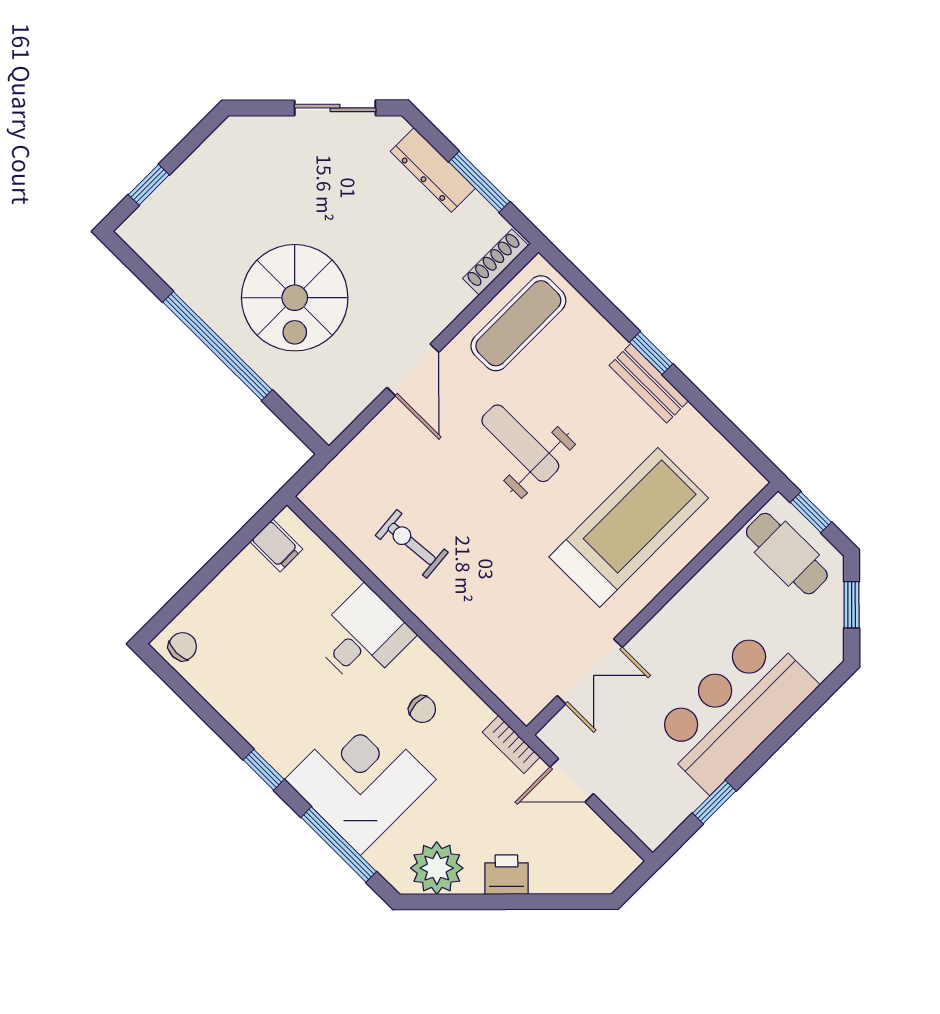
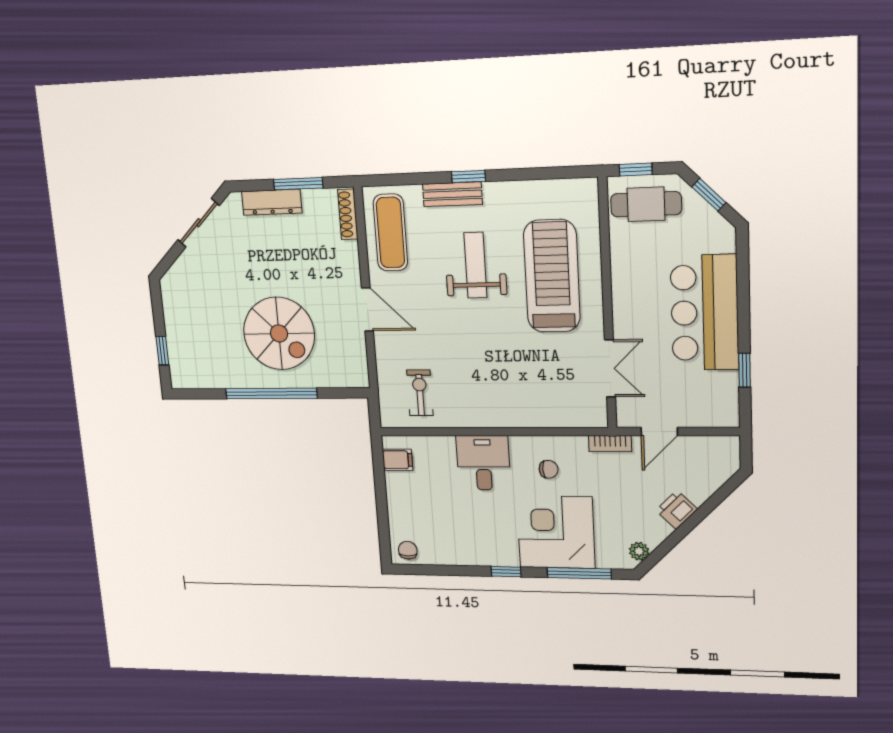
bench: (649, 383) -> (452, 194), moved
weight bench: (520, 443) -> (475, 265), moved, turned 90
exercise bike: (412, 544) -> (420, 393), moved, turned 95
plant: (437, 868) -> (639, 551), width x0.53, depth x0.53

